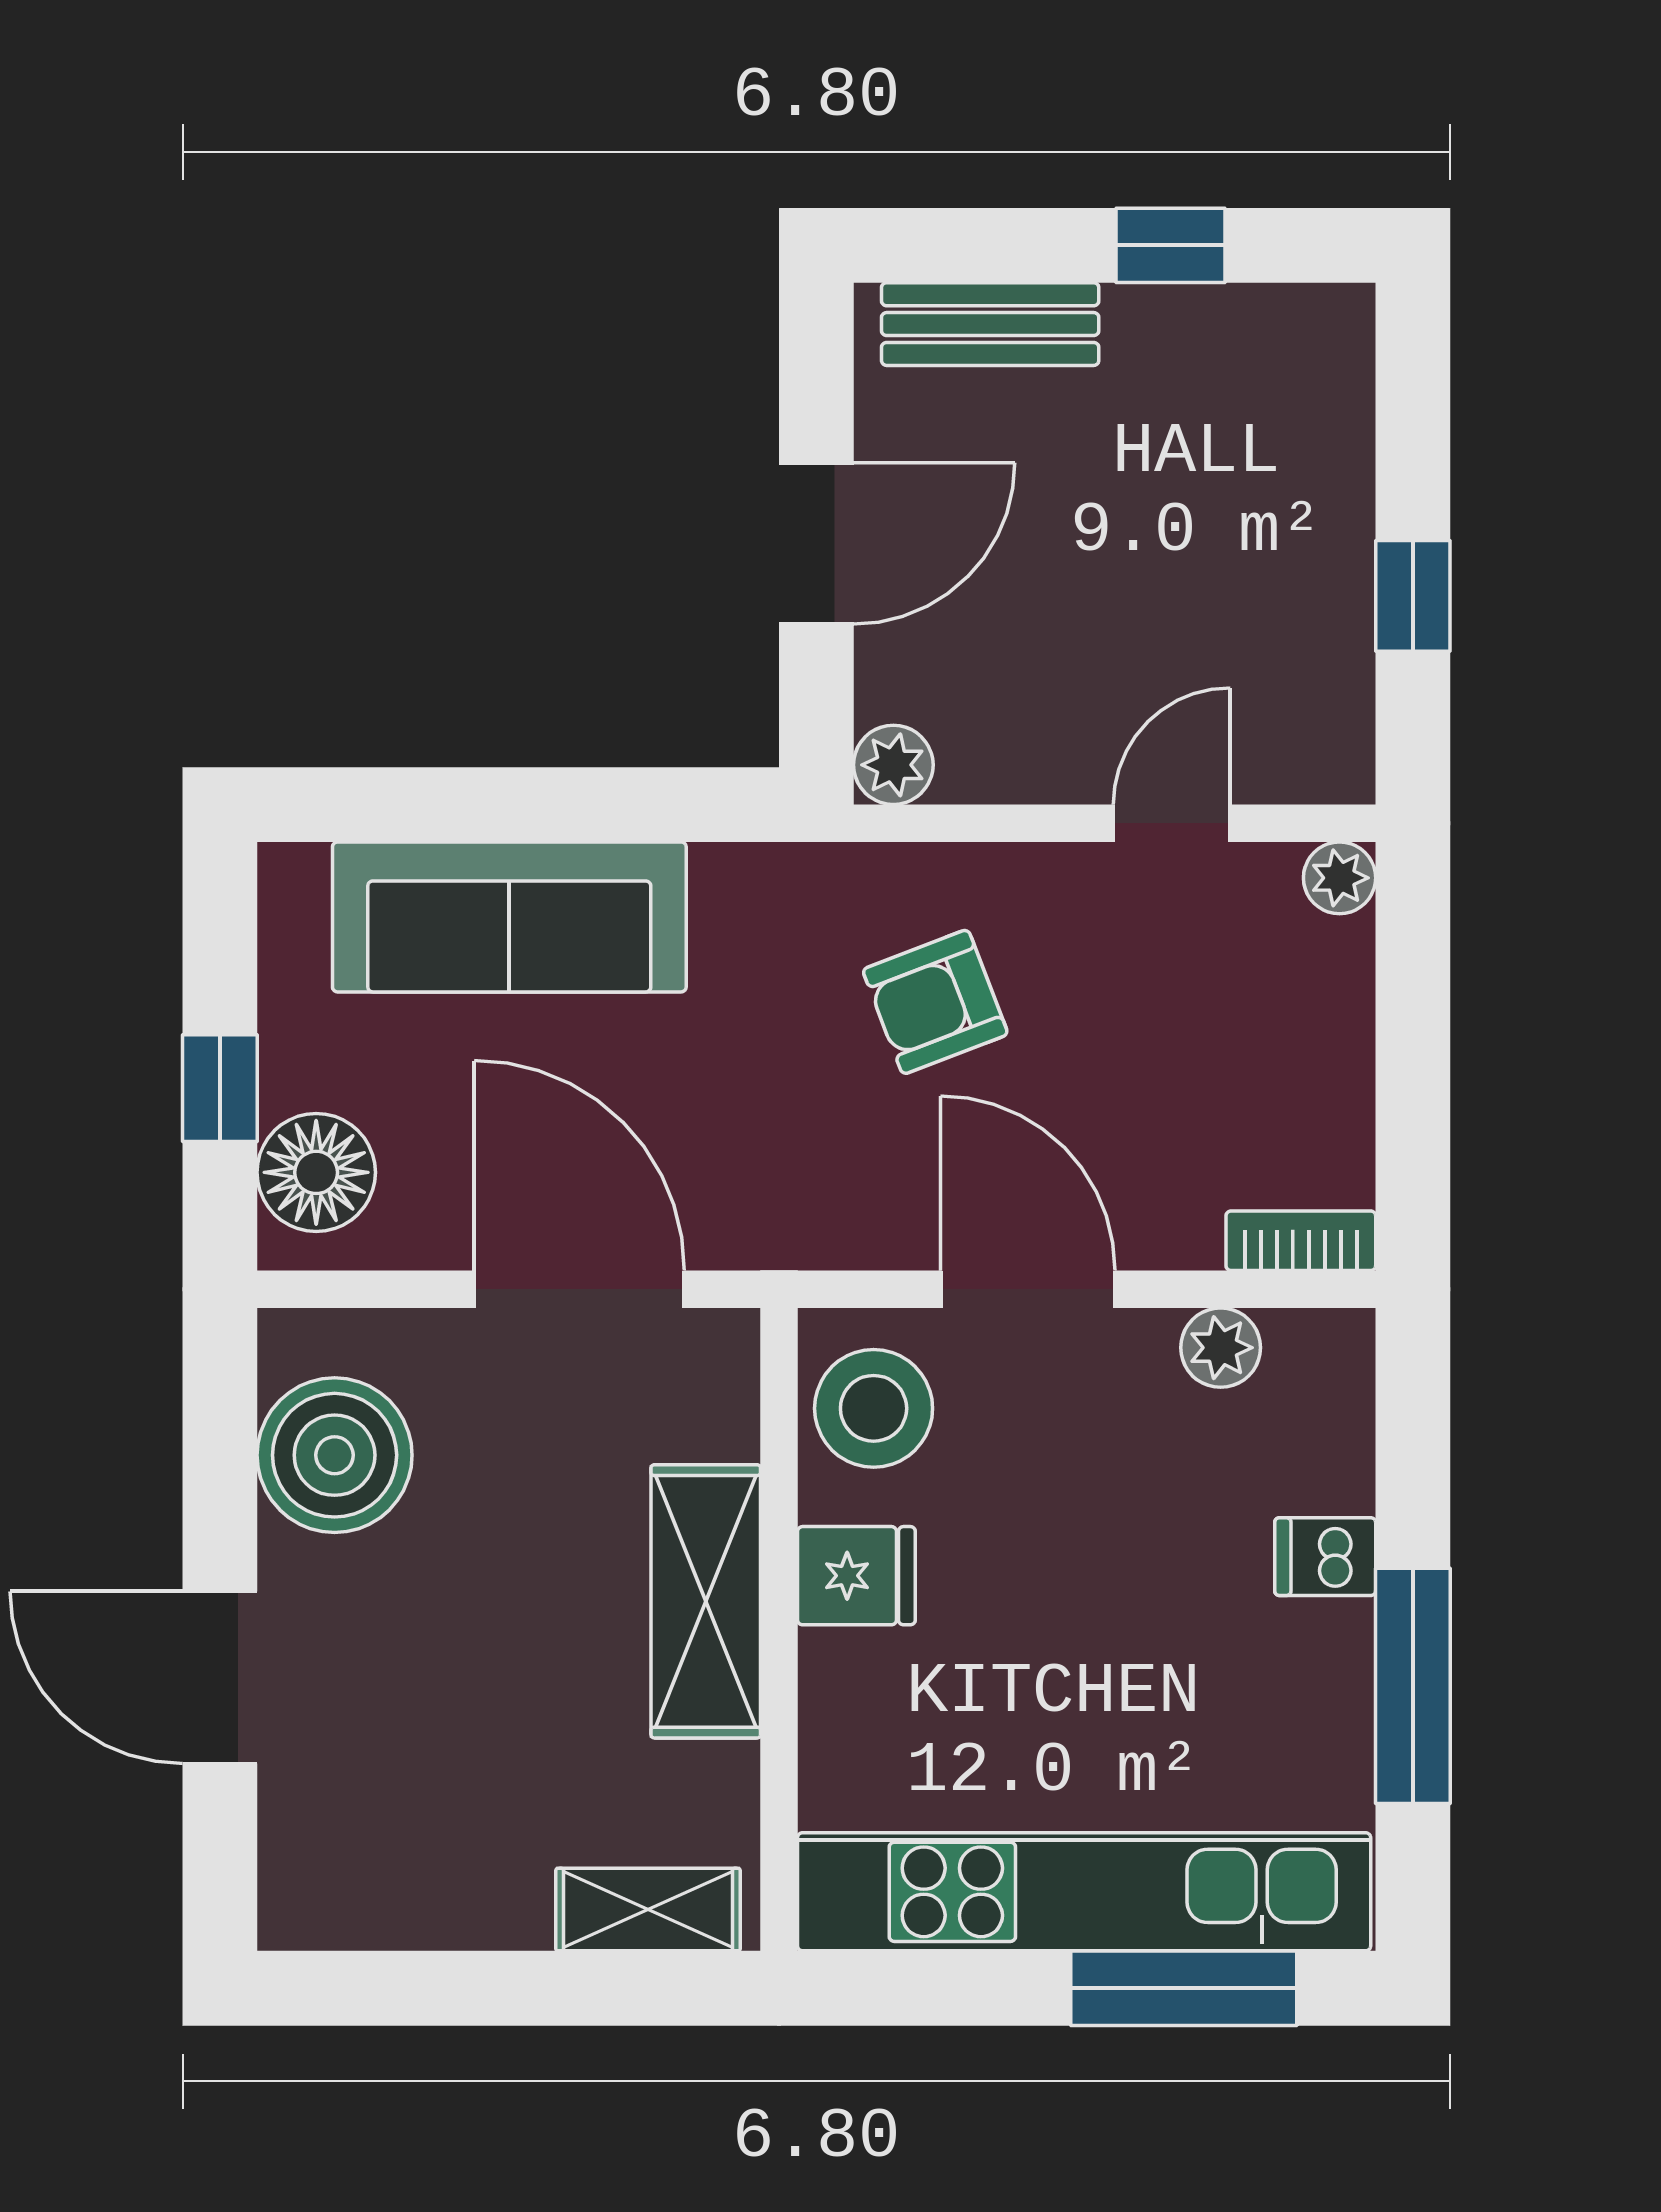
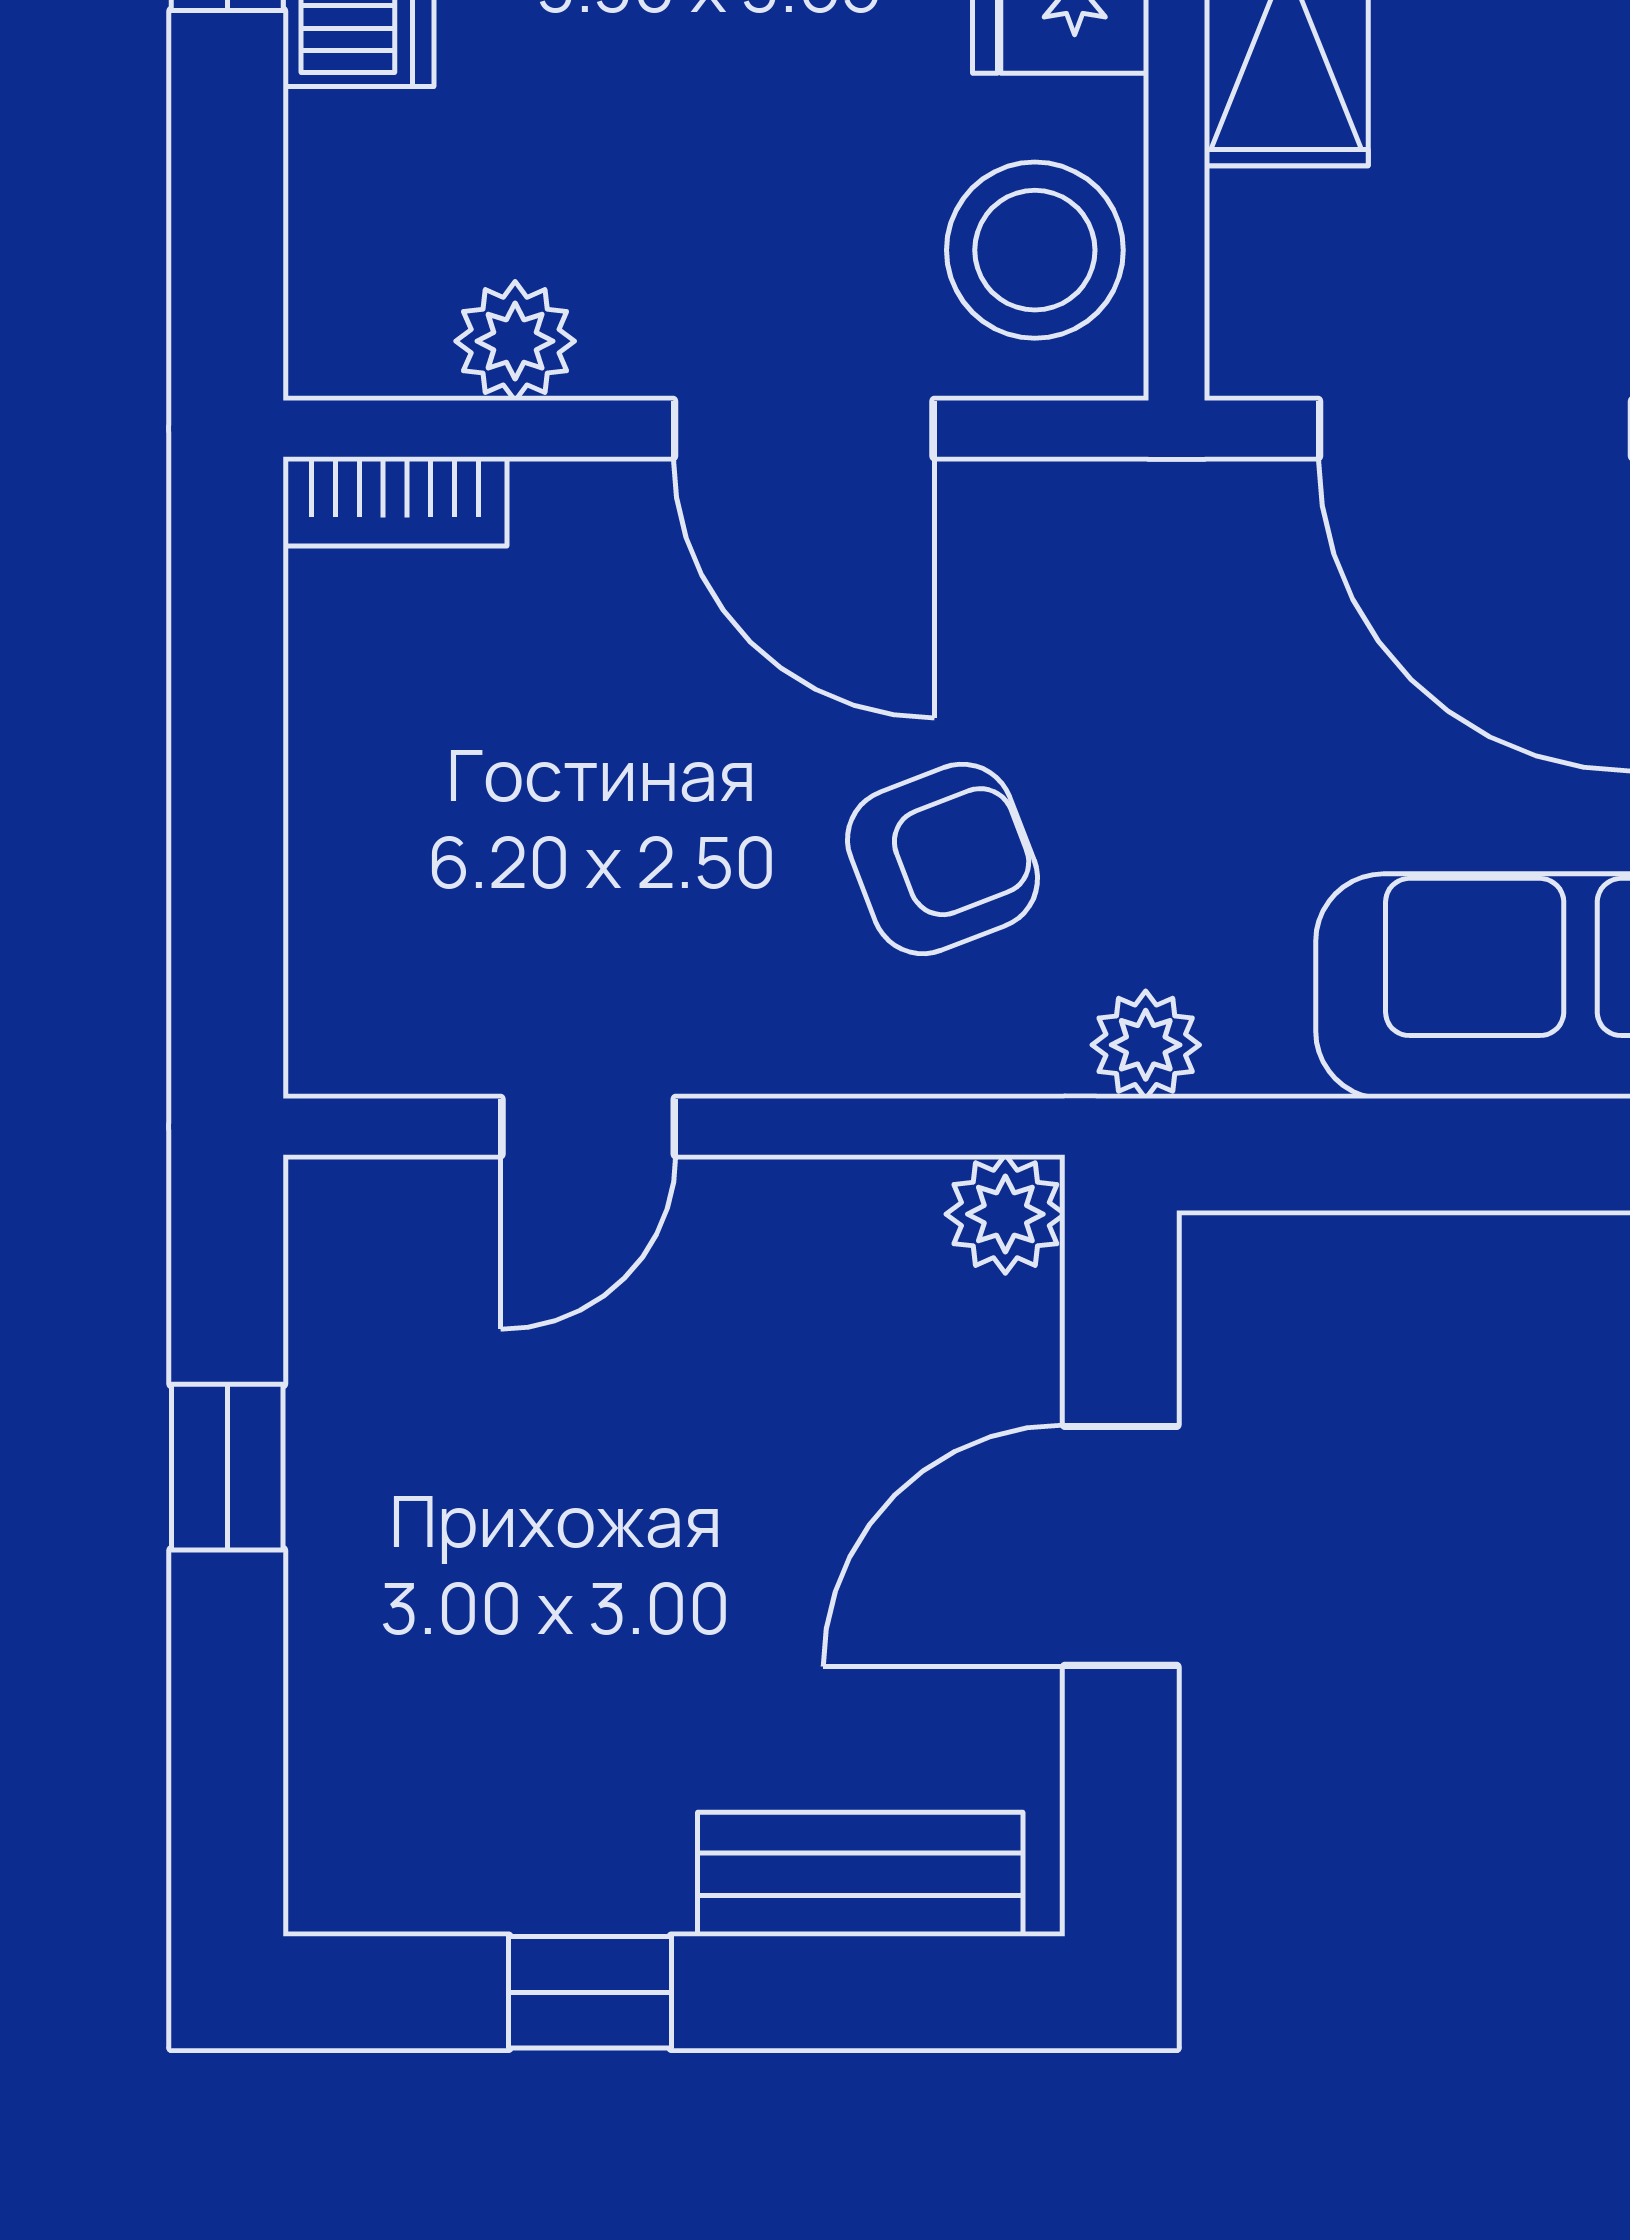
plant: (1340, 878) -> (1146, 1045), moved

